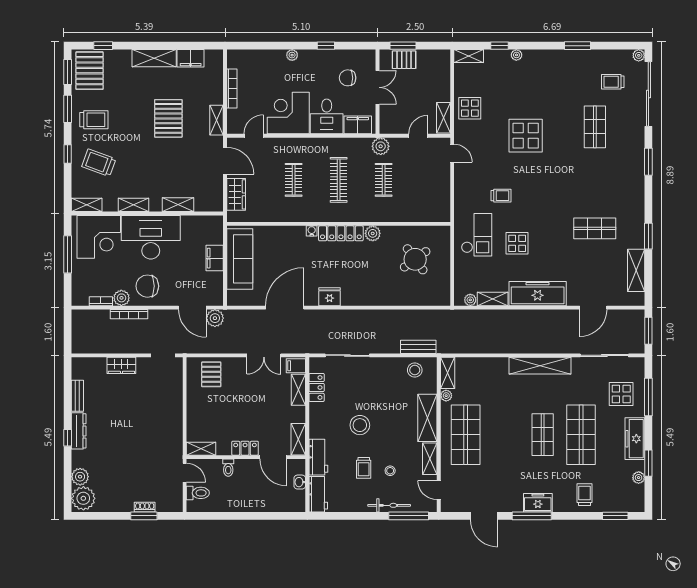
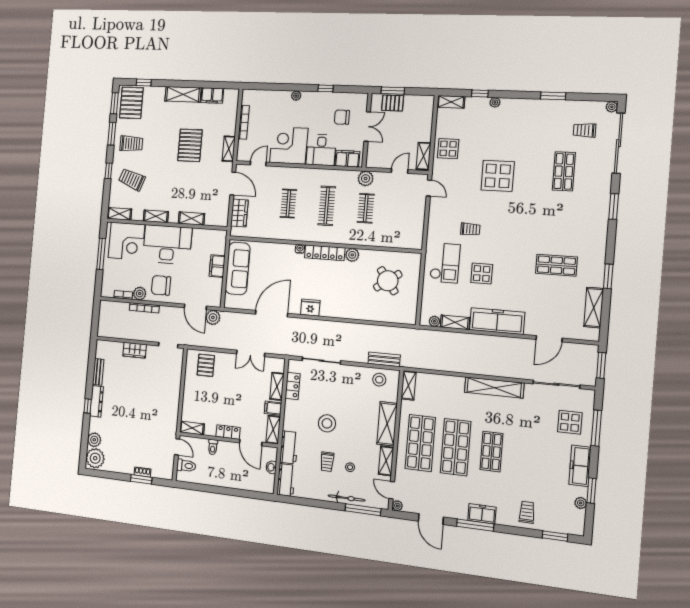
filing cabinet: (296, 366) -> (273, 408), moved
plant: (446, 396) -> (397, 506), moved
shop shelf: (581, 435) -> (456, 447), moved

